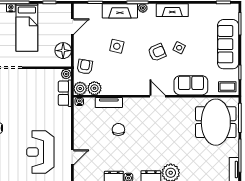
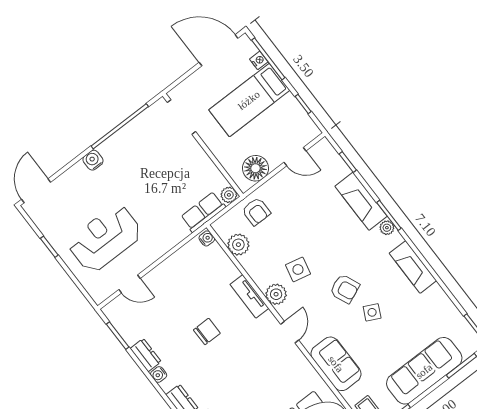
side table: (117, 46) -> (298, 269), moved
armchair: (85, 67) -> (256, 212), turned 81
plant: (80, 88) -> (276, 294), moved
tv unit: (109, 103) -> (249, 296), moved
chair: (118, 129) -> (207, 332), moved

